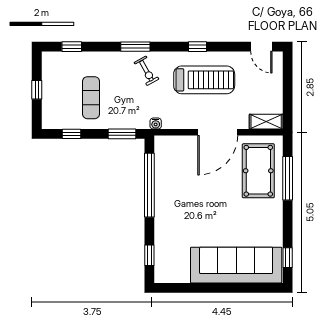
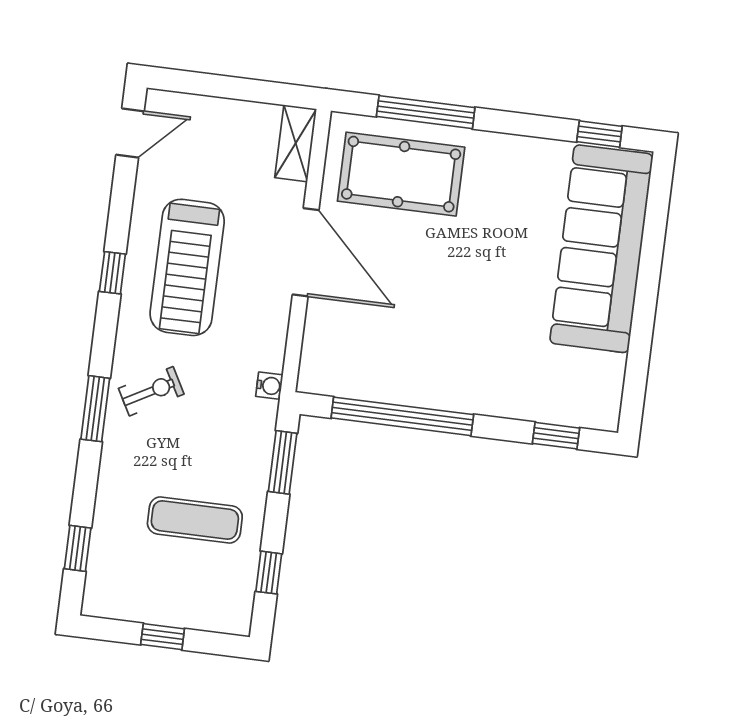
treadmill: (204, 80) -> (187, 267), turned 180

